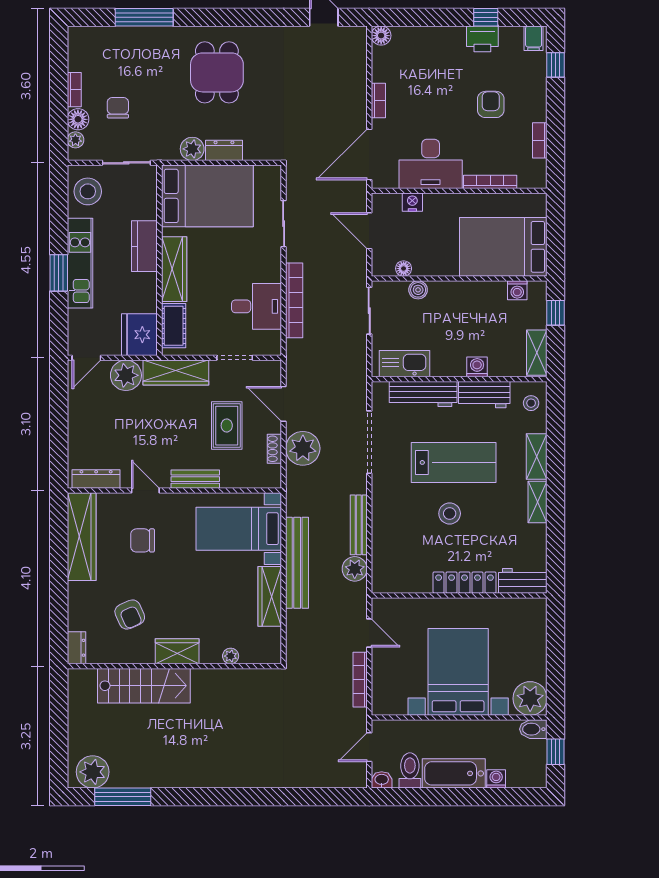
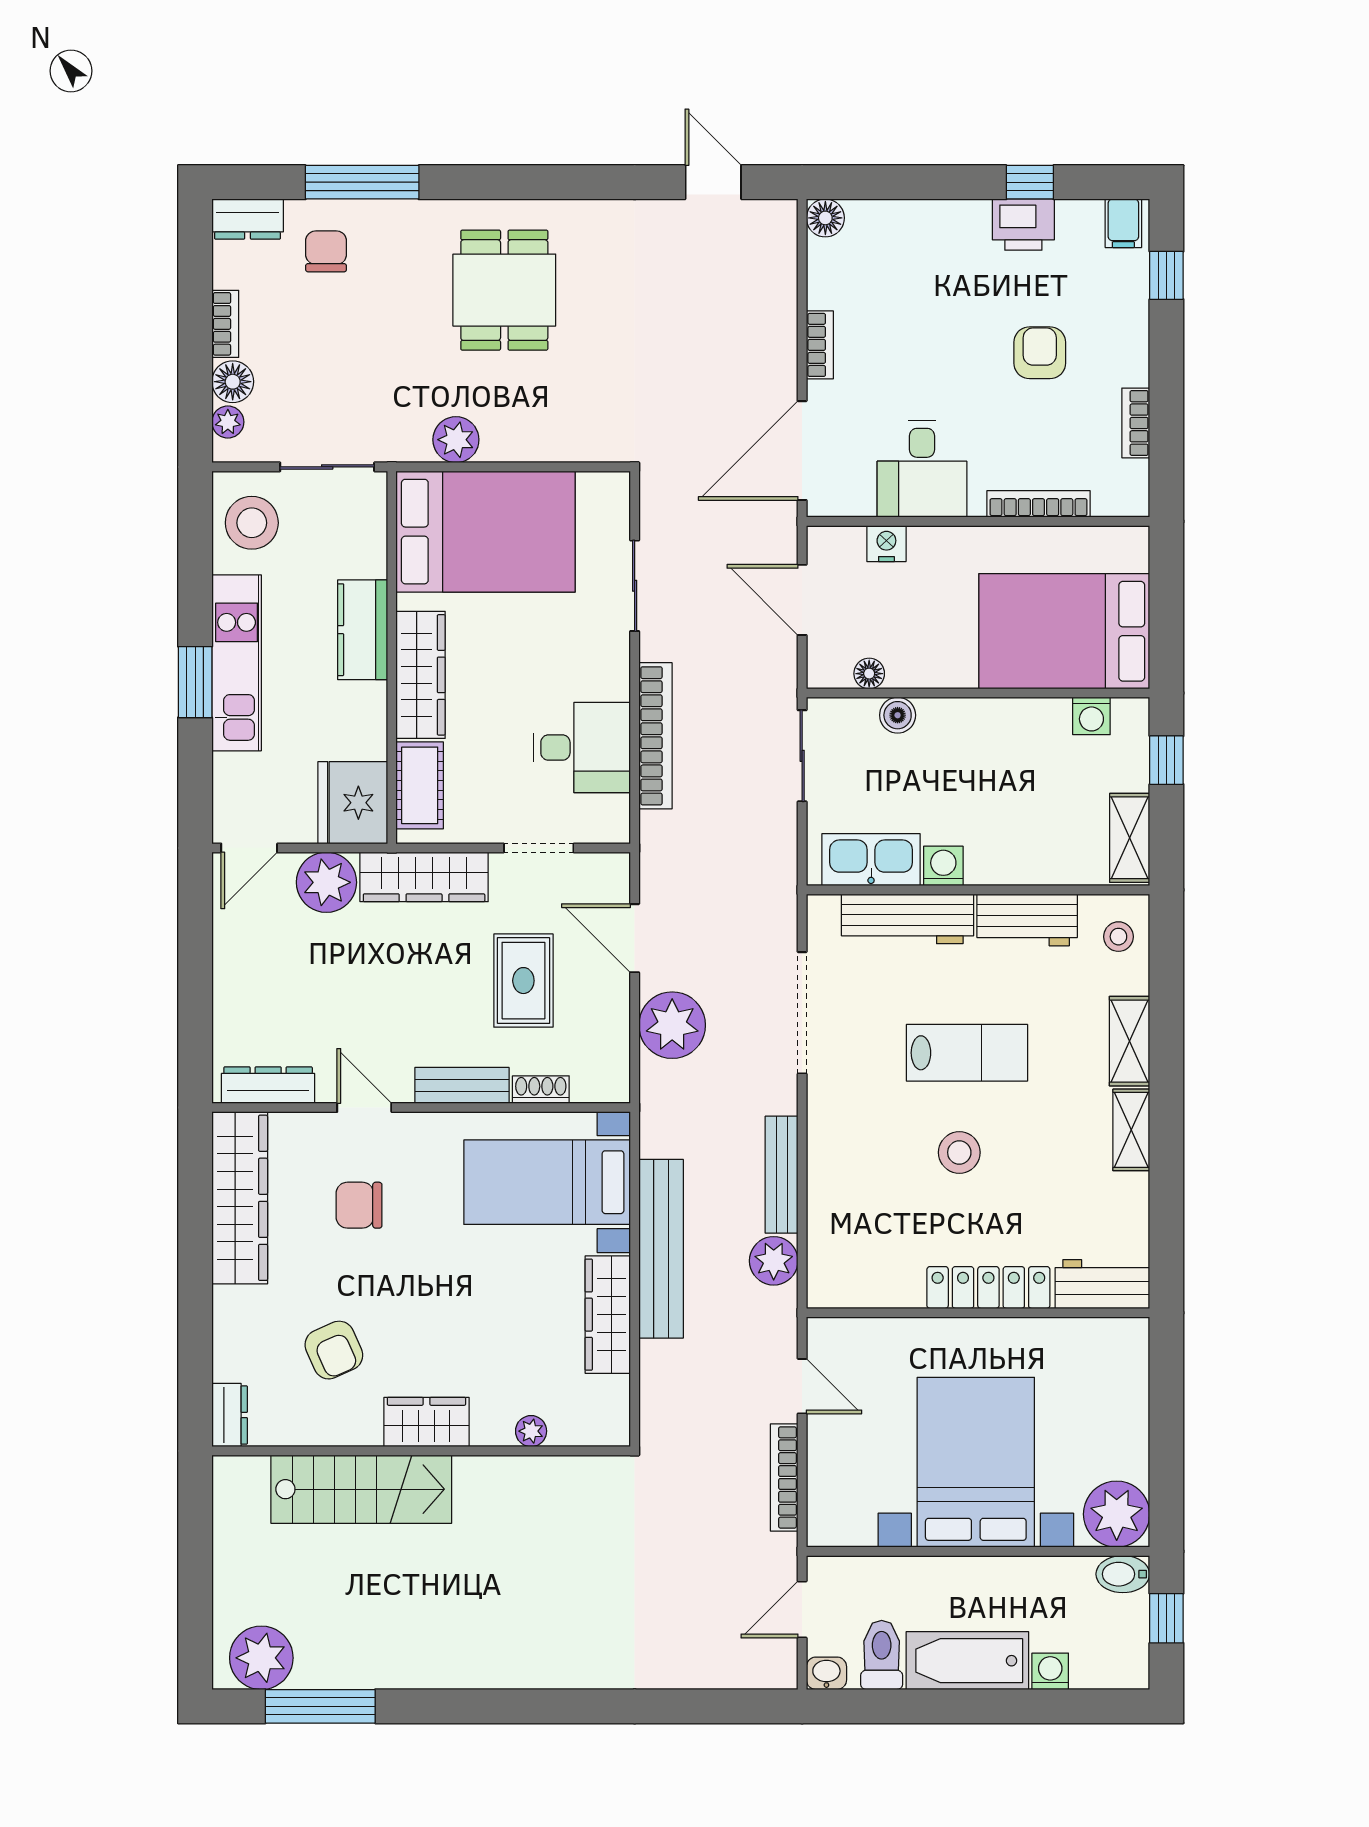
chair: (118, 108) -> (326, 251), moved
dresser: (224, 150) -> (248, 219), moved, turned 180
desk: (431, 164) -> (922, 469), width x0.73
washing machine: (477, 367) -> (943, 866), moved
shoe rack: (274, 449) -> (541, 1090), moved, turned 90
lab bench: (454, 462) -> (967, 1053), width x0.73, depth x0.72

